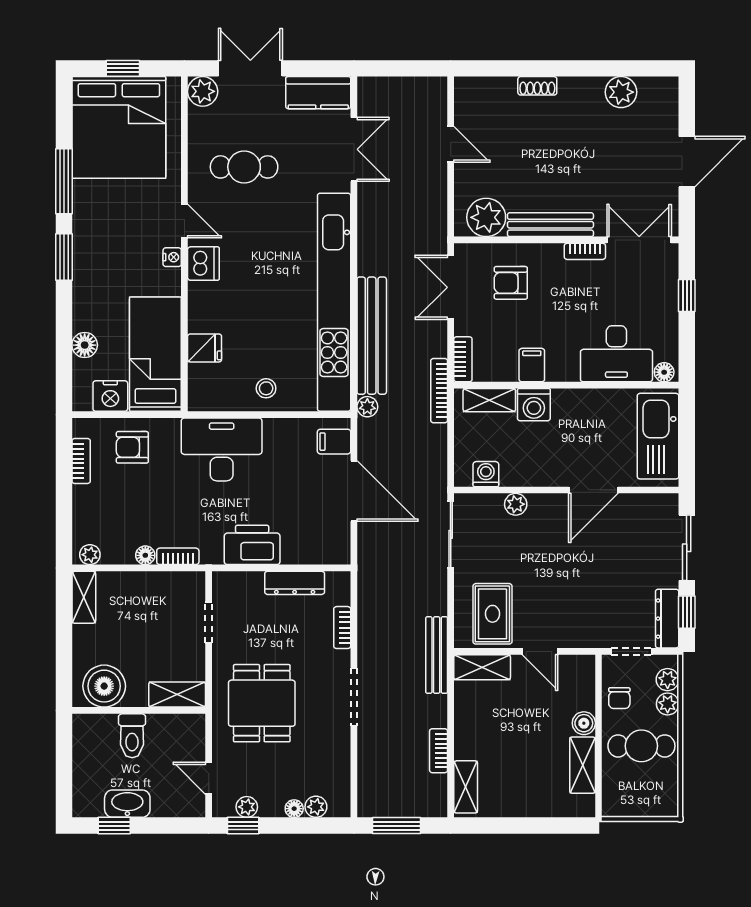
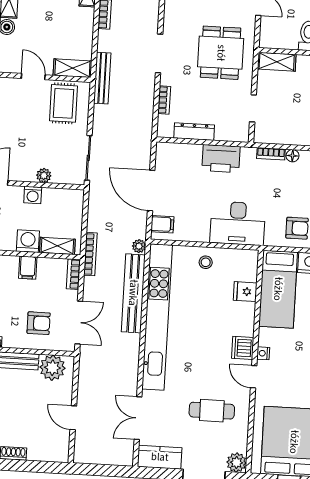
washing machine: (486, 474) -> (33, 195), moved

